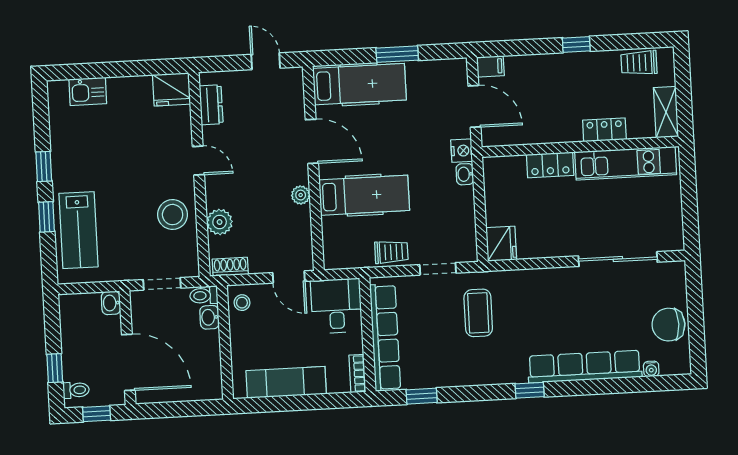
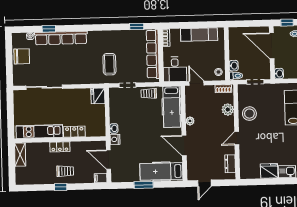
door: (266, 61) -> (204, 183), hinge flipped
trolley: (639, 63) -> (65, 171), moved
fridge: (171, 89) -> (269, 171), moved
locker: (604, 130) -> (60, 147), moved
door: (198, 161) -> (237, 138), hinge flipped
hospital bed: (364, 195) -> (172, 107), moved, turned -90
window: (530, 390) -> (49, 29), moved

